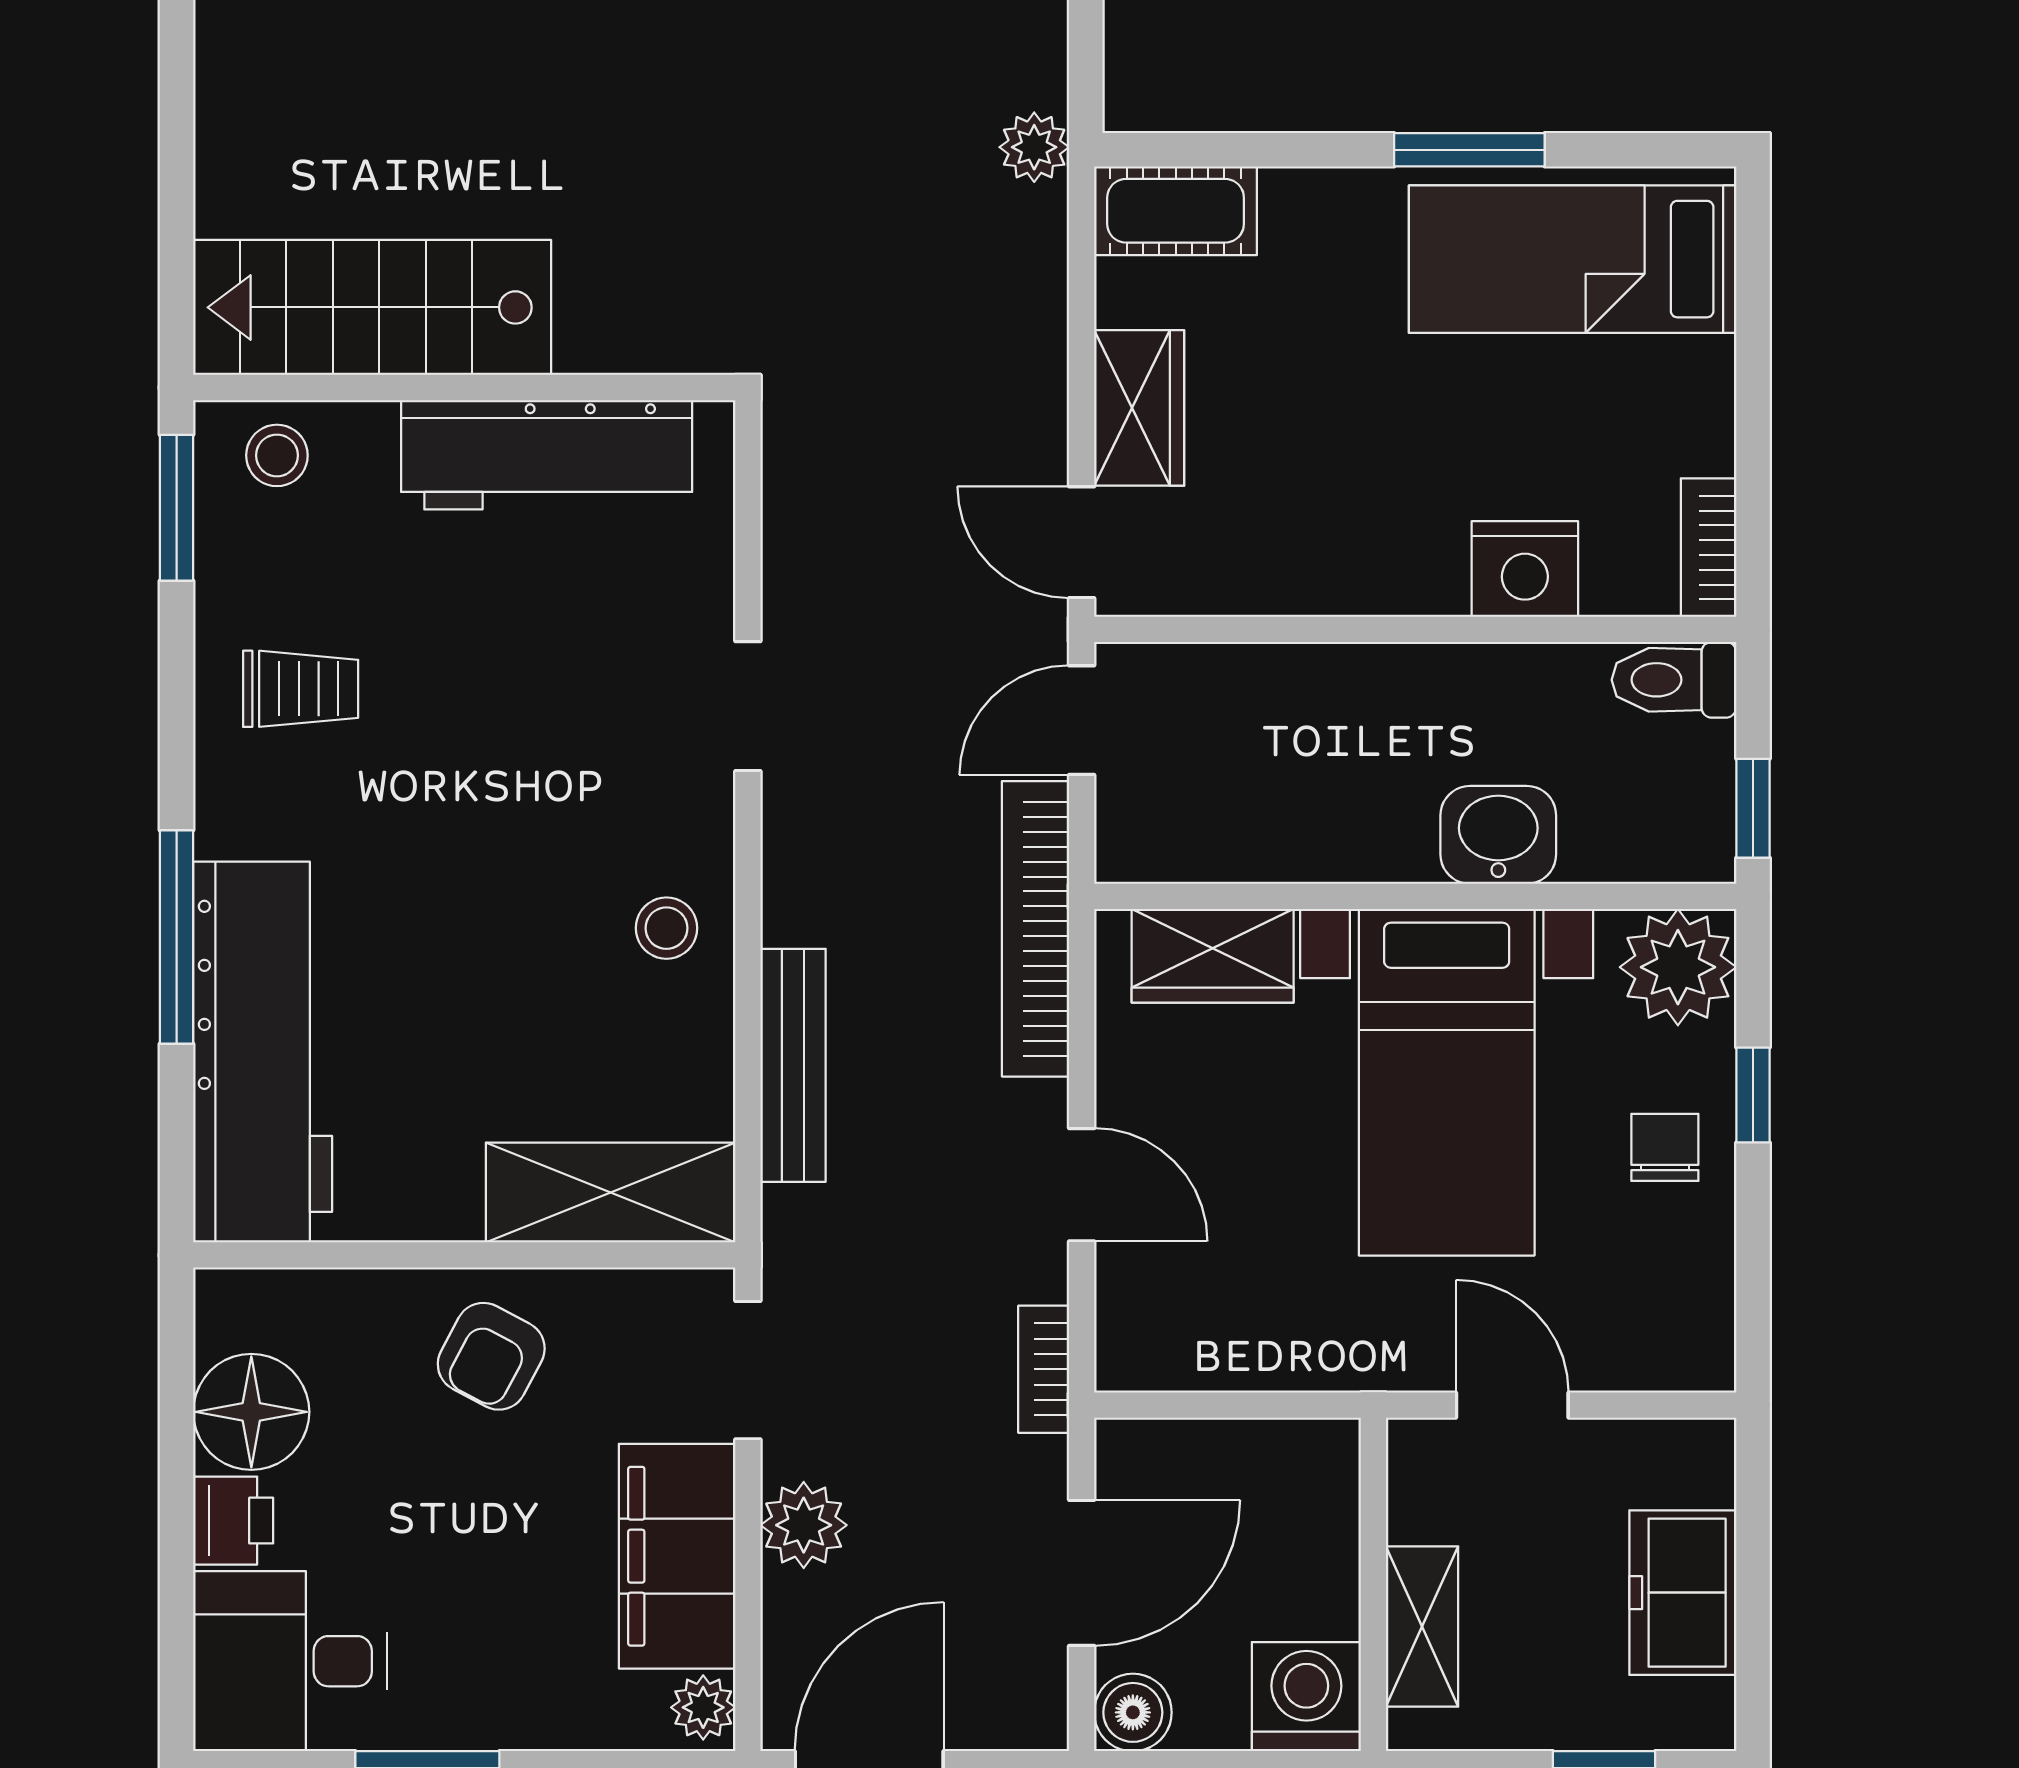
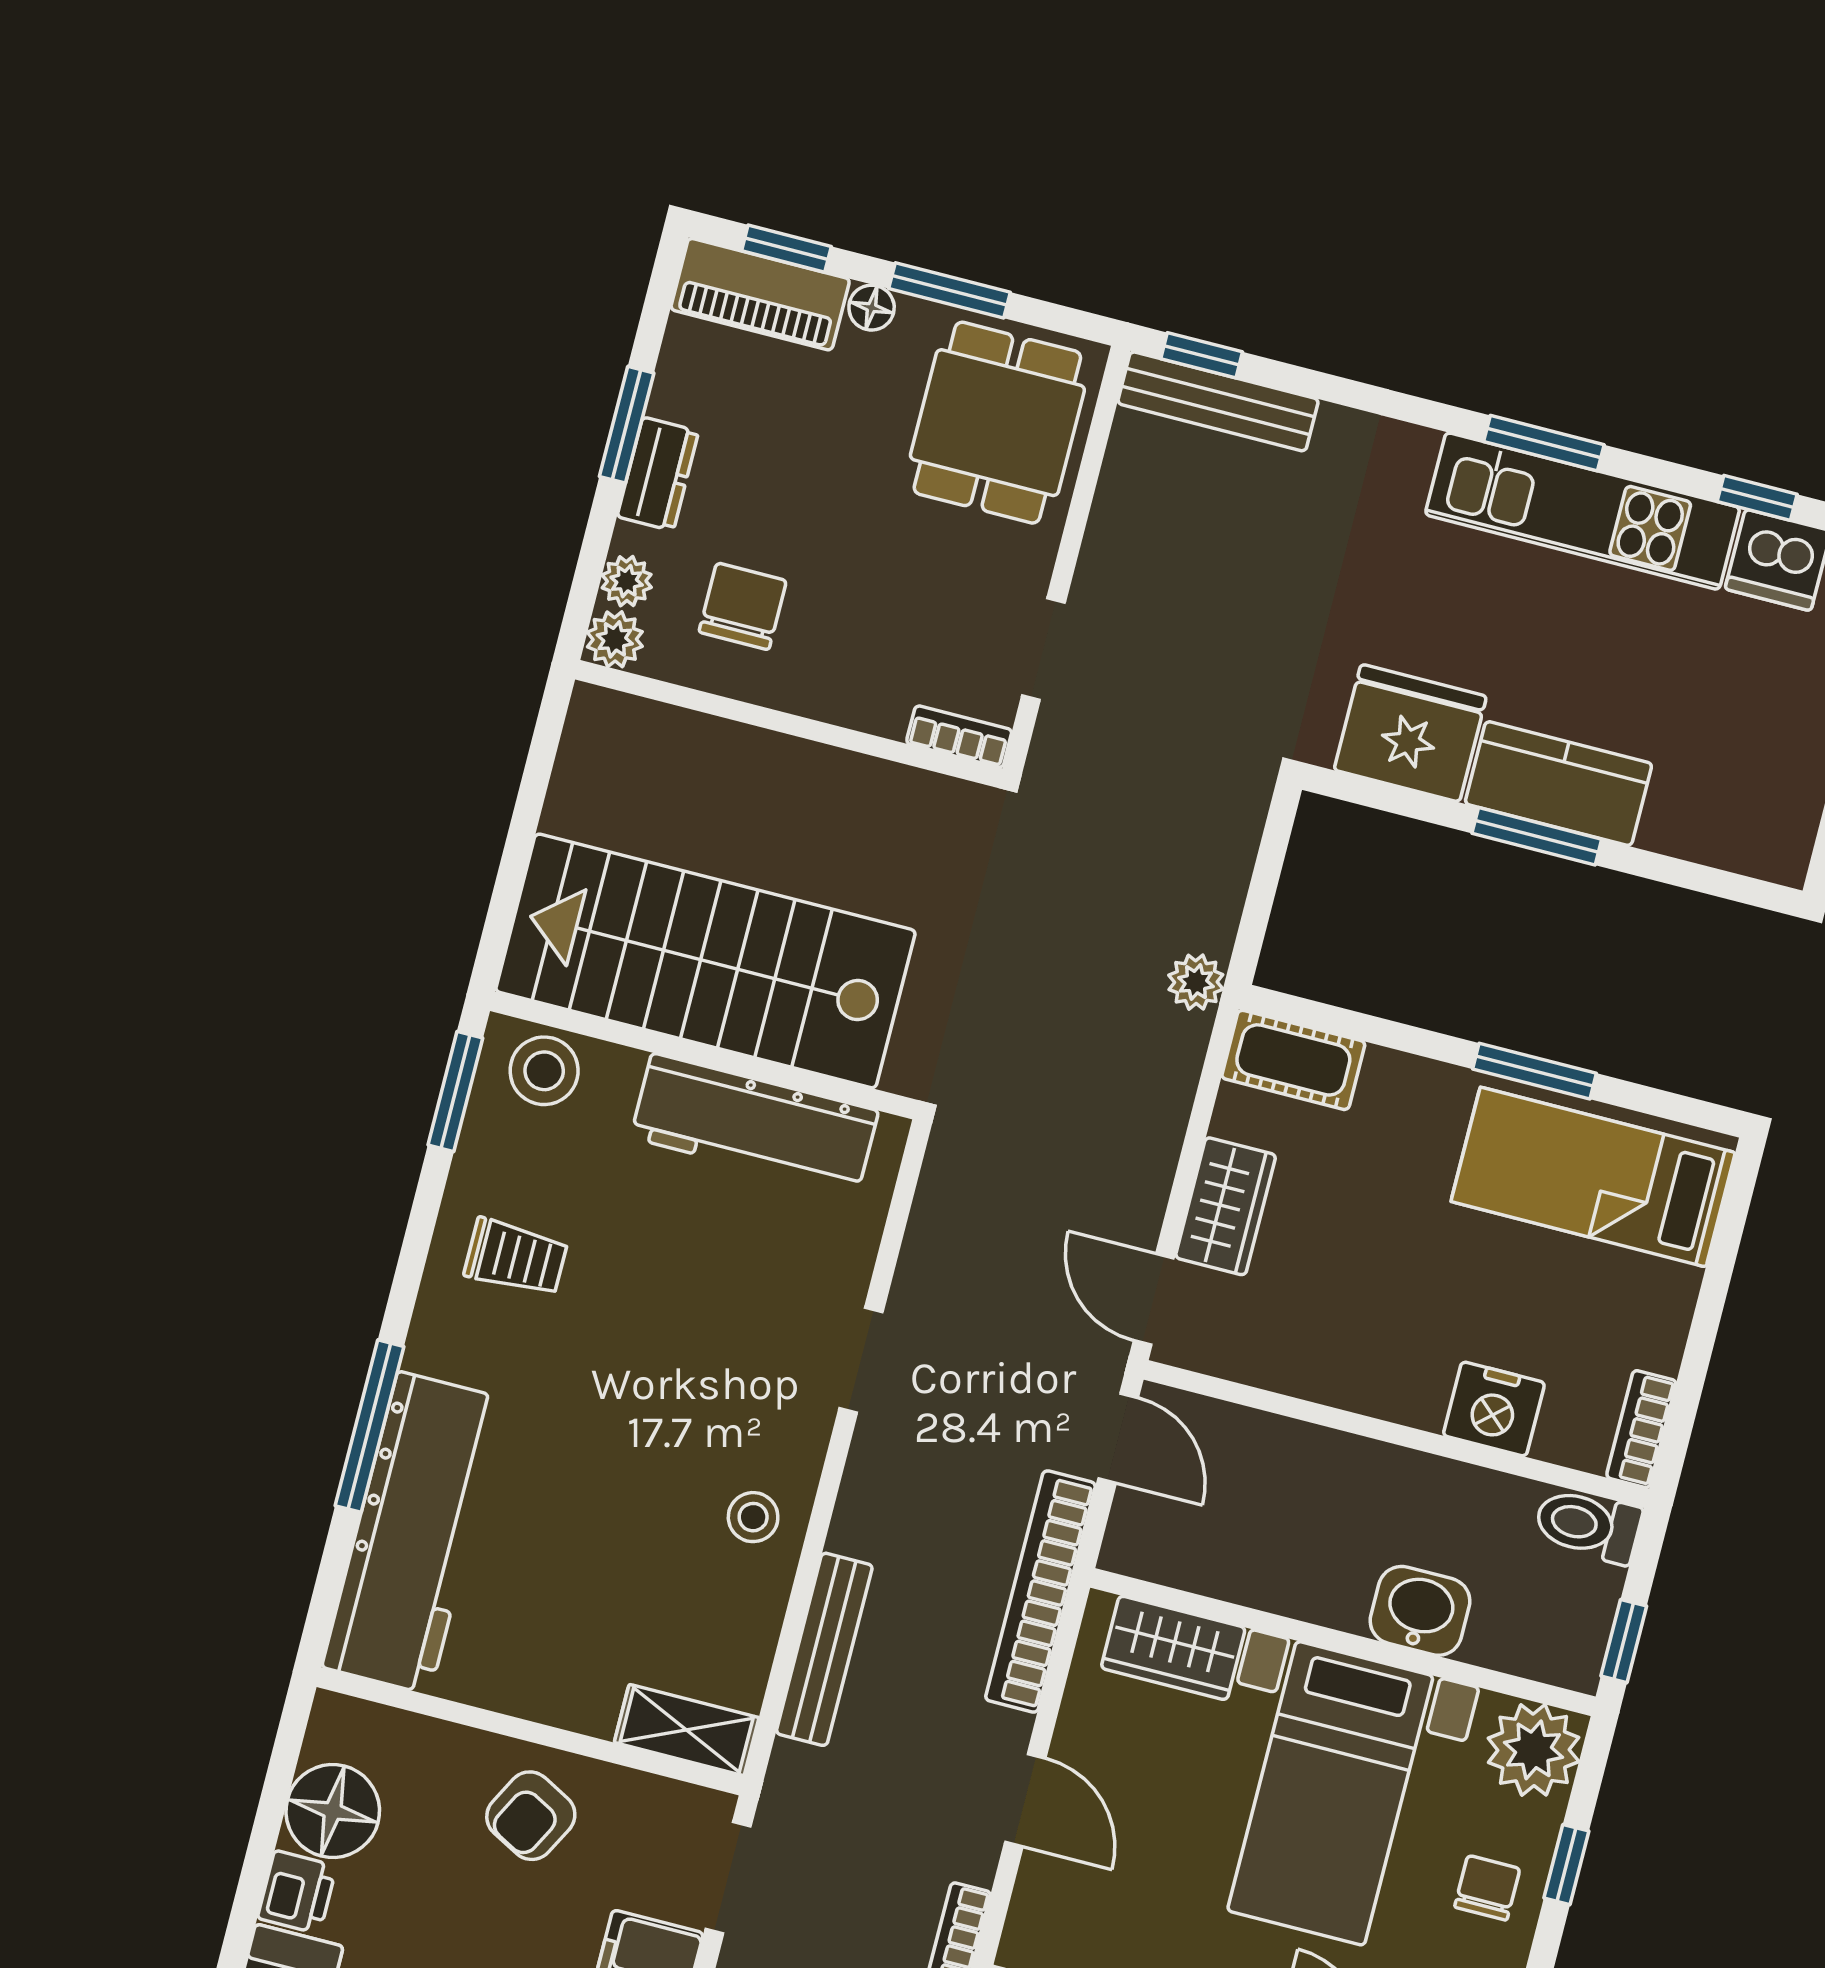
stairs: (372, 307) -> (705, 961), width x1.36, depth x1.51
stool: (277, 455) -> (544, 1071), width x1.37, depth x1.37
door: (1082, 720) -> (1118, 1438), swing flipped
shelving: (611, 1193) -> (687, 1730), width x0.67, depth x0.75

